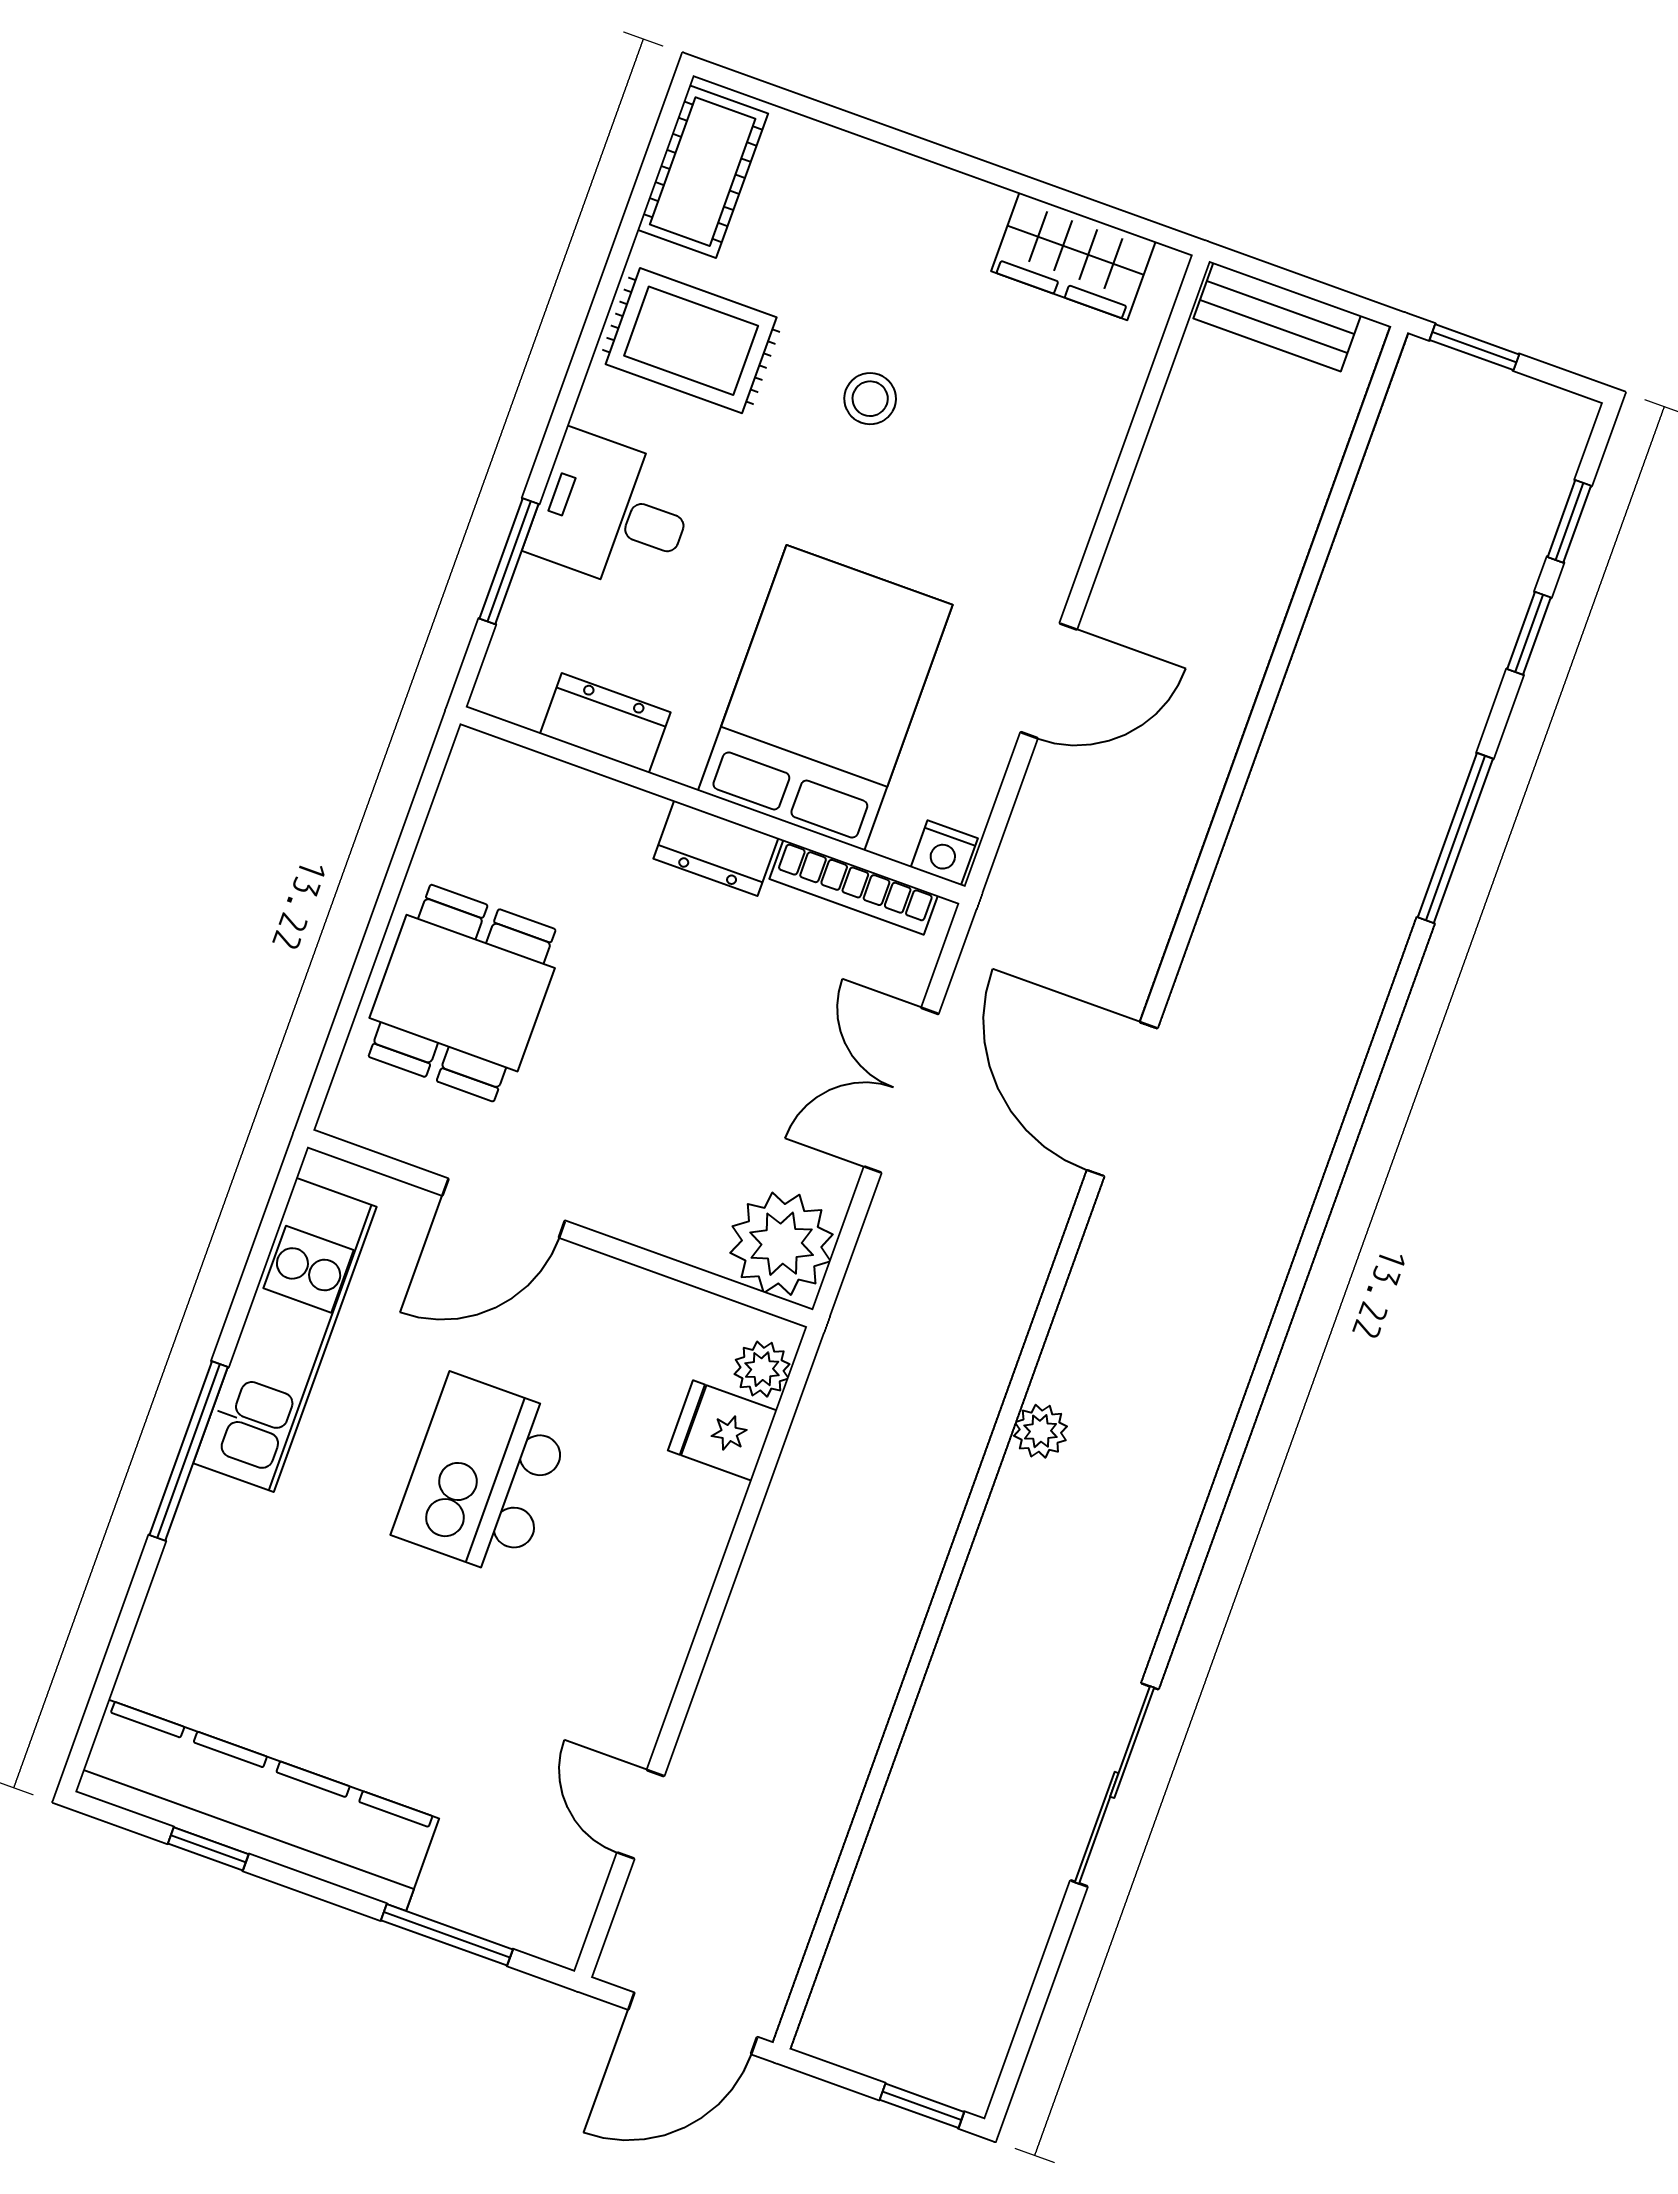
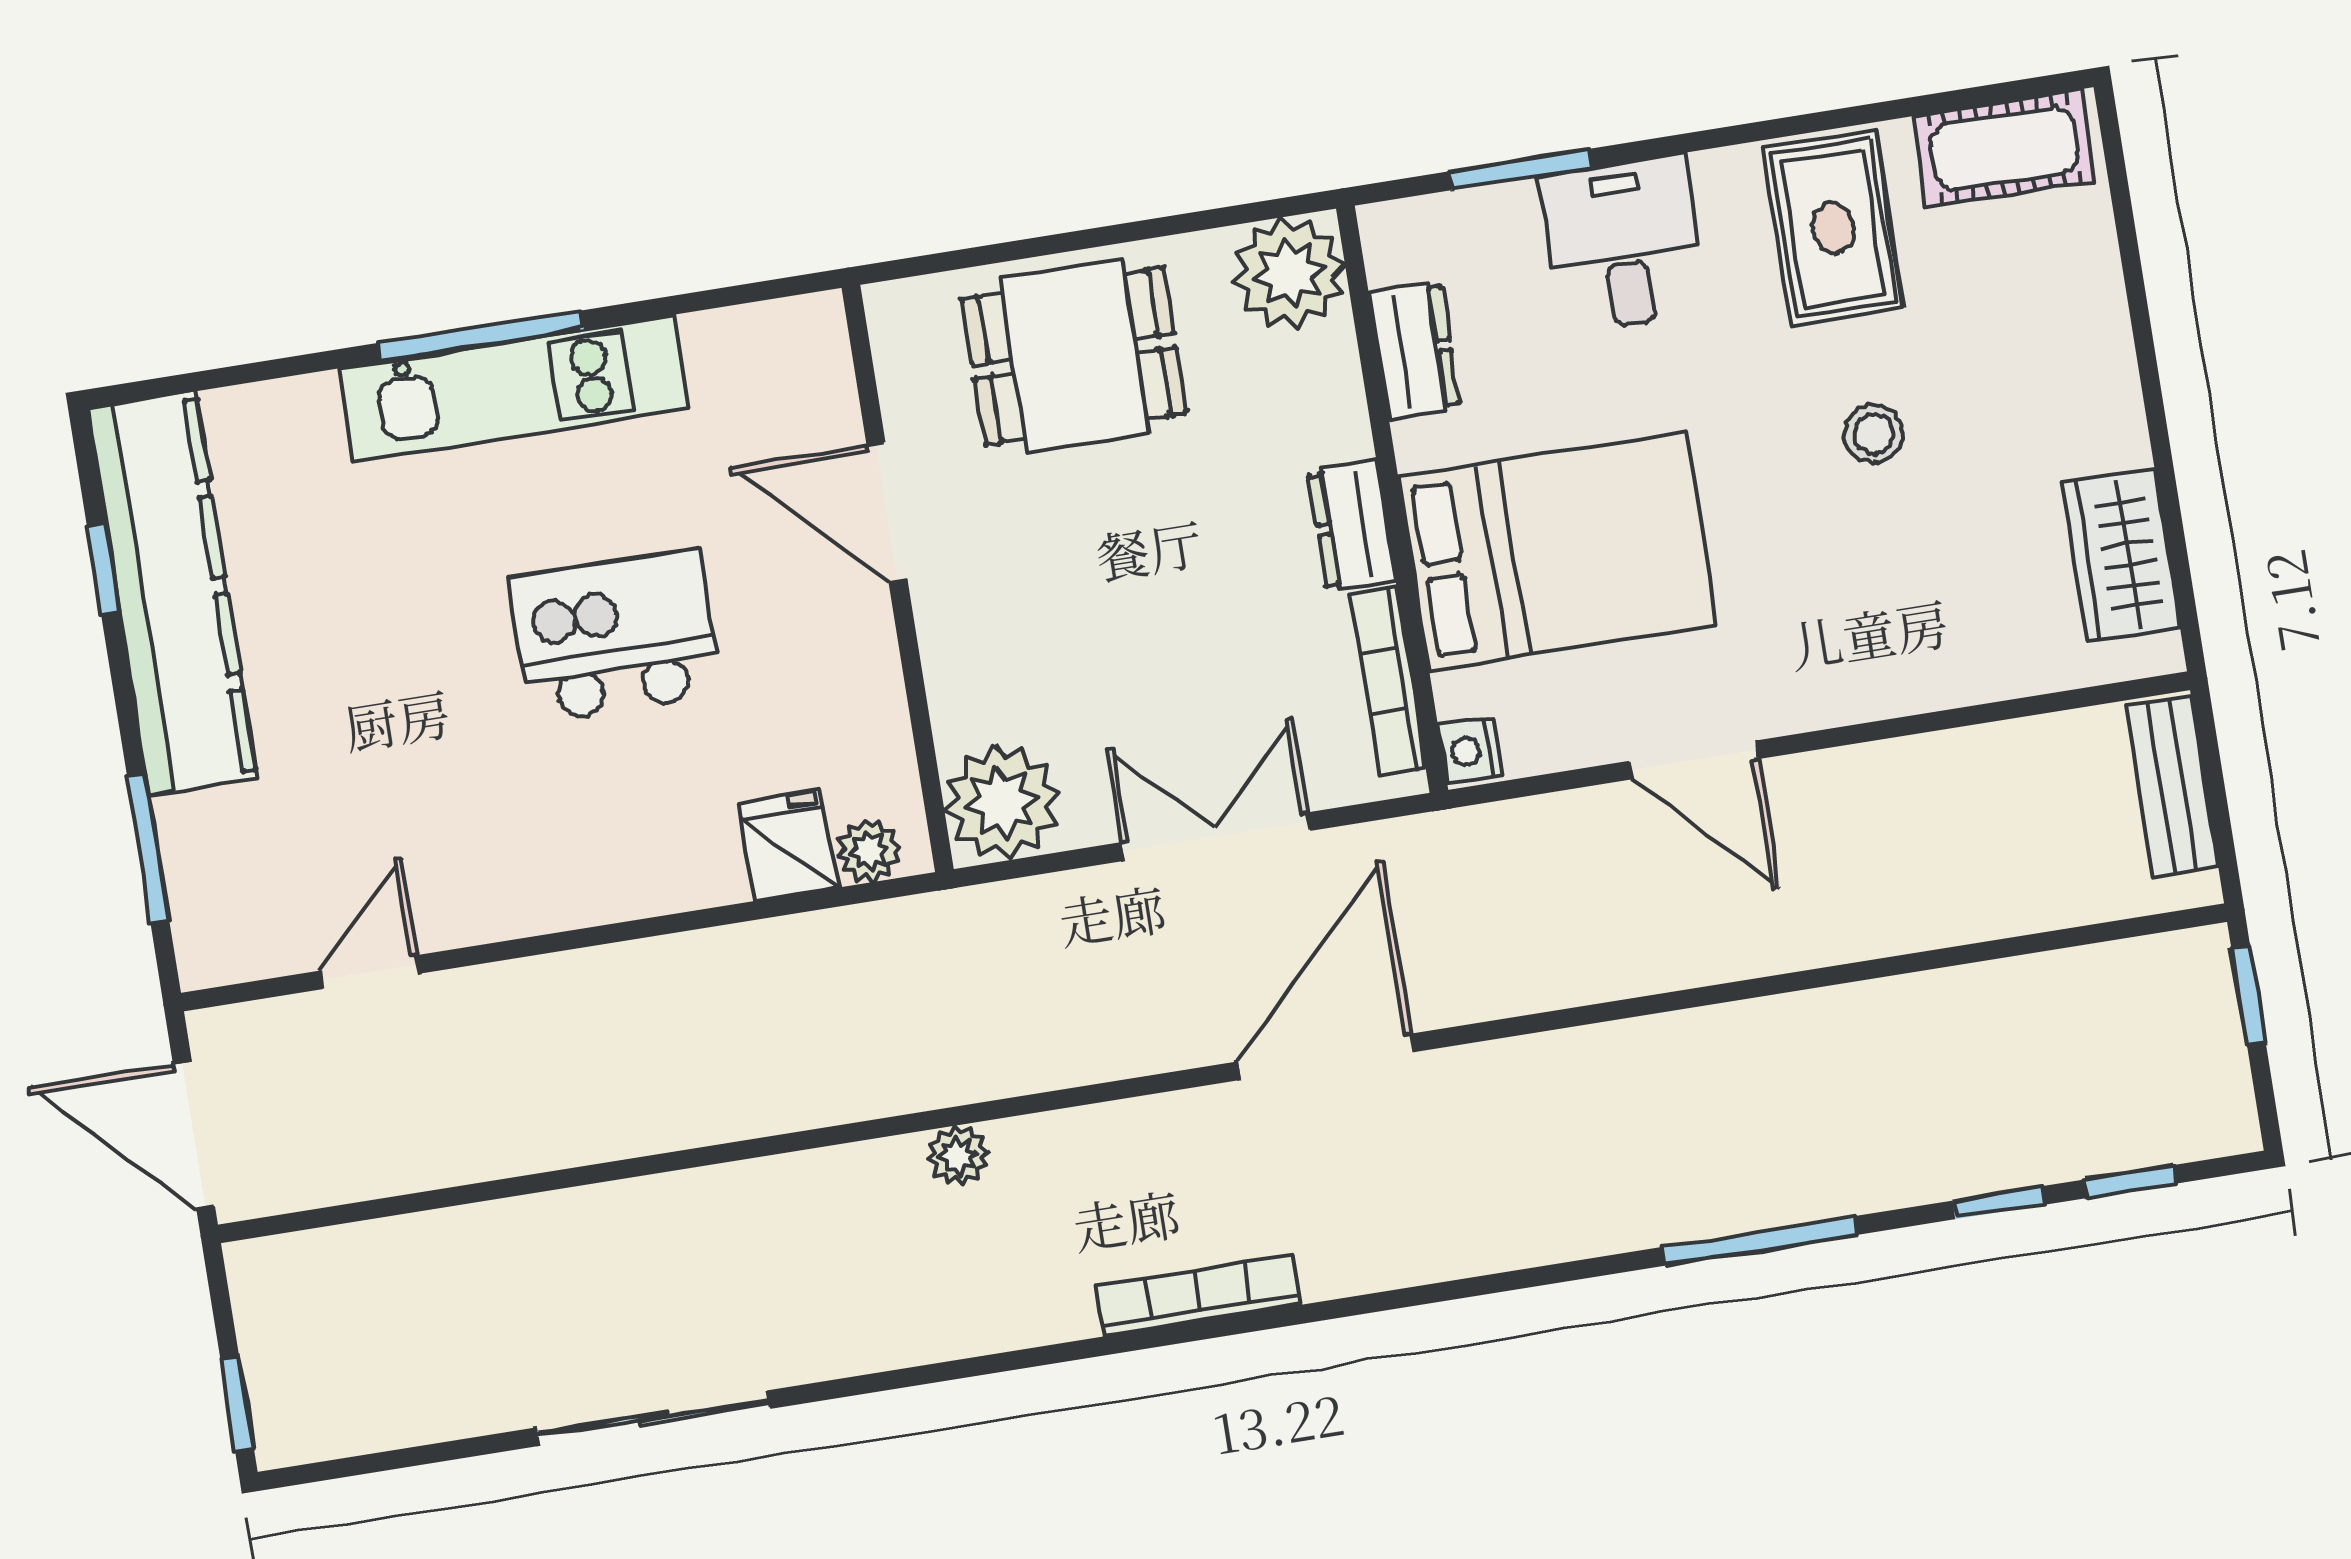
plant: (490, 788) -> (1289, 273), added
bookcase: (1255, 1303) -> (1199, 1295), added
kitchen unit: (285, 1335) -> (514, 388), moved

